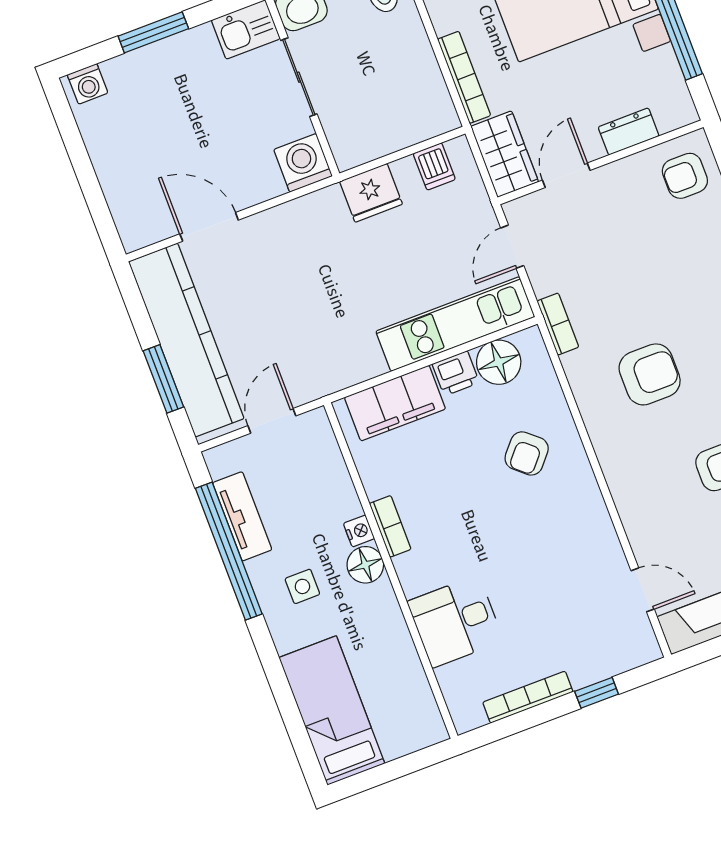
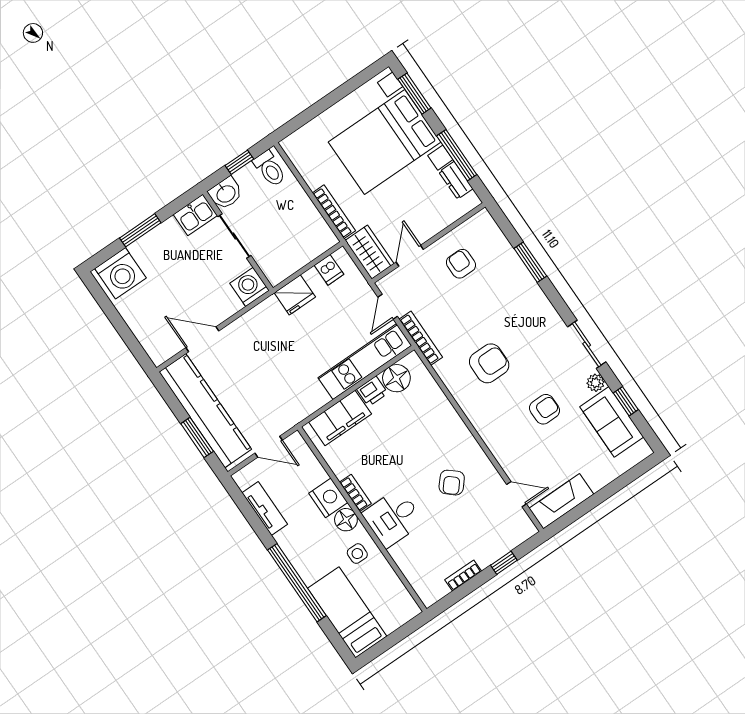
washing machine: (88, 84) -> (120, 273), width x1.89, depth x1.89
dresser: (629, 132) -> (456, 180), moved, turned -90
armchair: (685, 176) -> (461, 264), moved, turned 90
bookcase: (558, 324) -> (421, 338), width x1.56
door: (272, 421) -> (269, 447), swing flipped
armchair: (527, 453) -> (452, 483), moved
nightstand: (359, 531) -> (328, 498), width x1.89, depth x1.79
window: (229, 551) -> (297, 583), moved
side table: (302, 586) -> (357, 554), moved
desk: (455, 621) -> (393, 518), moved
bookcase: (528, 697) -> (463, 575), width x0.64

